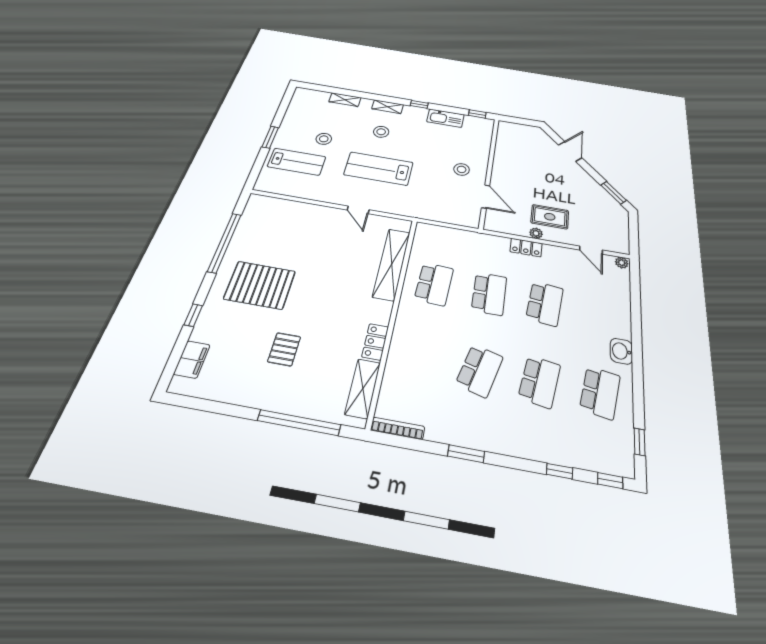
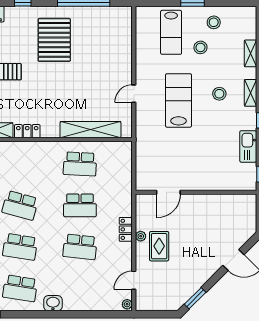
stool: (462, 169) -> (214, 22), moved

